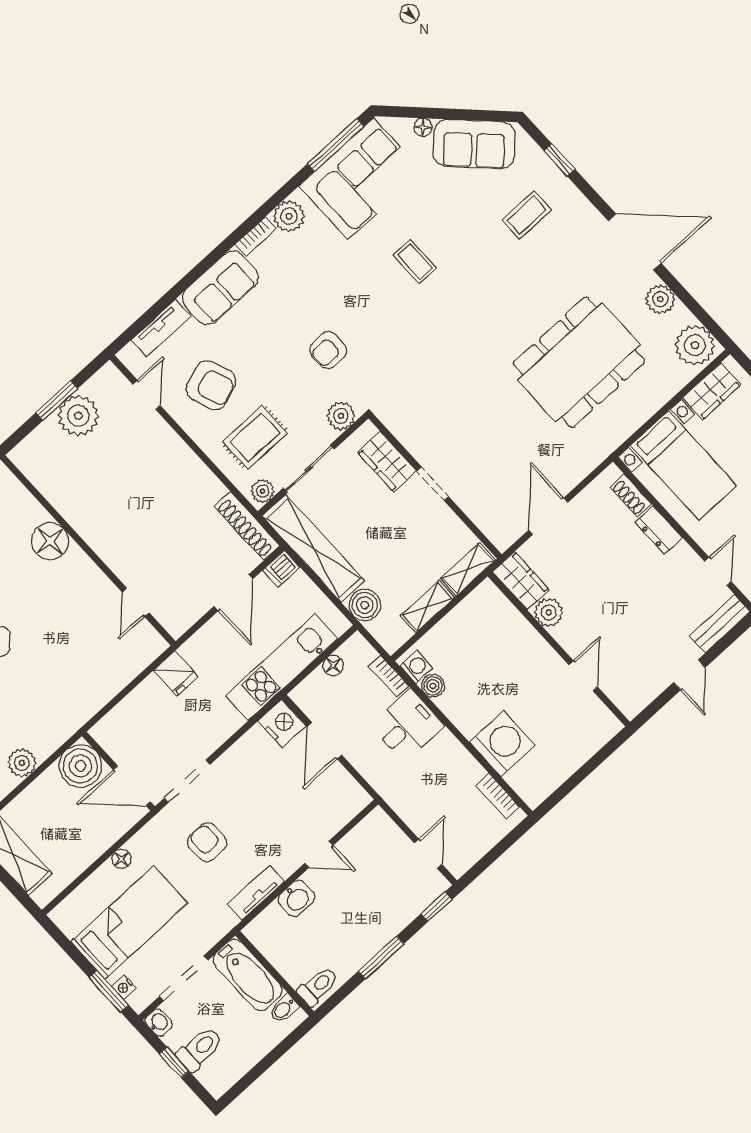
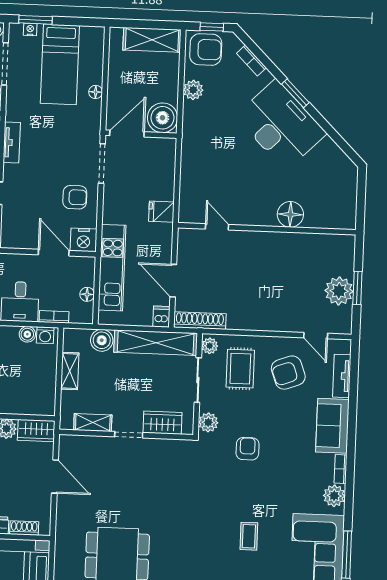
coffee table: (415, 262) -> (249, 536), turned 90
shelving: (468, 569) -> (93, 423), moved, turned 90
armchair: (207, 842) -> (75, 197), moved

